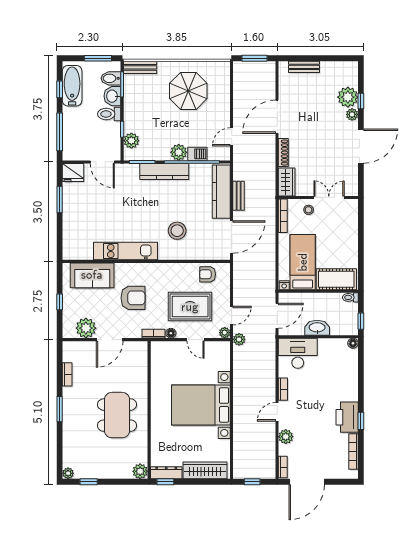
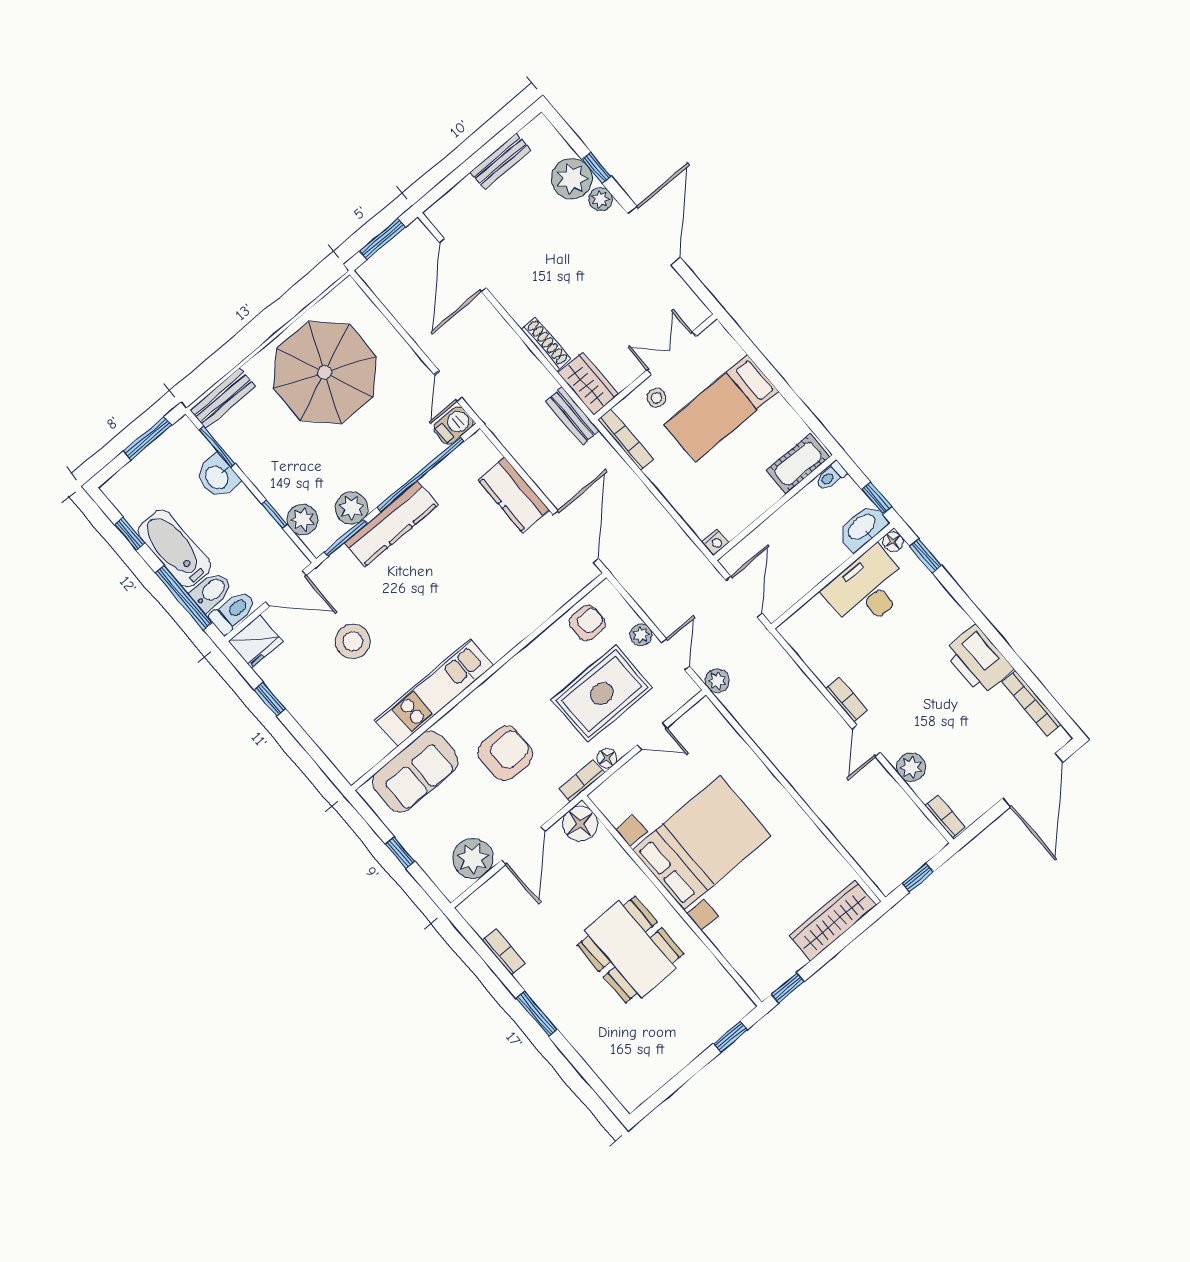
bench: (304, 67) -> (500, 161), moved
bidet: (111, 78) -> (211, 592), moved, turned 180
bathtub: (72, 86) -> (174, 549), moved
parasol: (188, 91) -> (325, 372), width x1.36, depth x1.36
toilet: (109, 114) -> (233, 612), moved, turned 180
door: (277, 117) -> (463, 265), moved
plant: (179, 152) -> (352, 508), moved
barbecue: (197, 154) -> (454, 425), moved
kitchen counter: (221, 192) -> (514, 495), width x0.67
bench: (239, 196) -> (573, 416), moved
window: (60, 200) -> (270, 699), width x0.67
stool: (177, 231) -> (353, 641), moved
bed: (303, 262) -> (721, 408), moved, turned -90
armchair: (208, 274) -> (587, 623), turned 180
cot: (336, 279) -> (798, 464), width x0.73, depth x0.75
washbasin: (317, 328) -> (862, 527), moved
plant: (225, 333) -> (641, 635), moved
floor lamp: (139, 350) -> (580, 824), added
desk: (298, 353) -> (867, 589), moved
bed with nightstands: (201, 405) -> (702, 843), moved, turned 180
window: (361, 421) -> (926, 556), moved
plant: (140, 471) -> (737, 1004), removed
plant: (68, 473) -> (631, 1099), removed
dresser: (166, 473) -> (778, 973), removed
window: (89, 482) -> (730, 1037), moved
door: (307, 482) -> (1033, 780), moved

